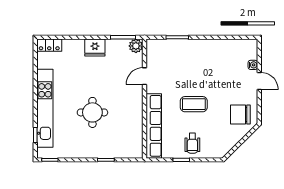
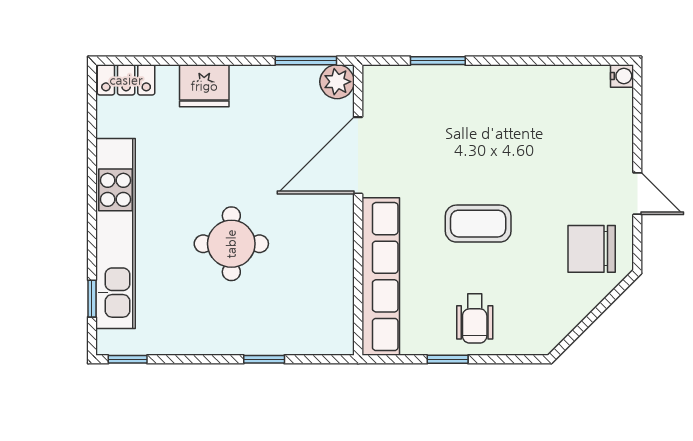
fridge: (95, 48) -> (204, 86), moved
water cooler: (253, 65) -> (622, 76), moved
door: (145, 76) -> (358, 155), width x1.87
door: (259, 81) -> (637, 194), moved

